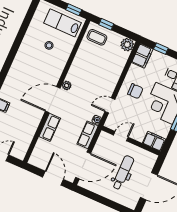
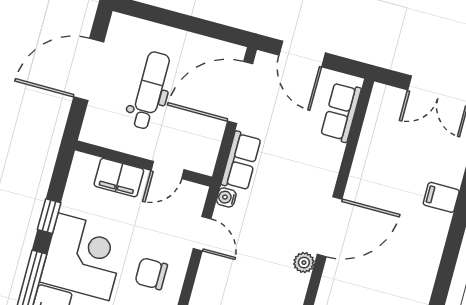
door: (110, 105) -> (202, 234), hinge flipped
row of seats: (50, 127) -> (341, 112), moved
filing cabinet: (154, 141) -> (119, 177), moved
dental chair: (123, 173) -> (150, 90), turned 180

